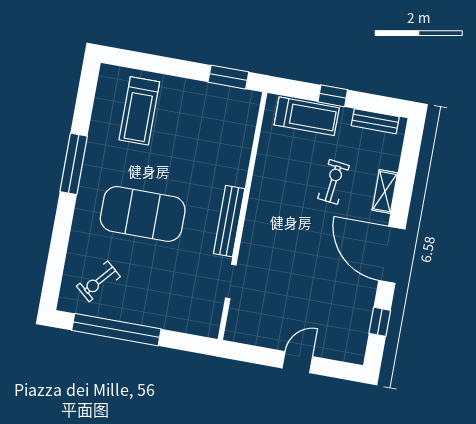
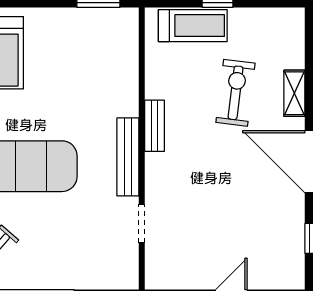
bench: (375, 121) -> (154, 126), moved, turned 90
exercise bike: (333, 182) -> (236, 93), width x1.38, depth x1.39

